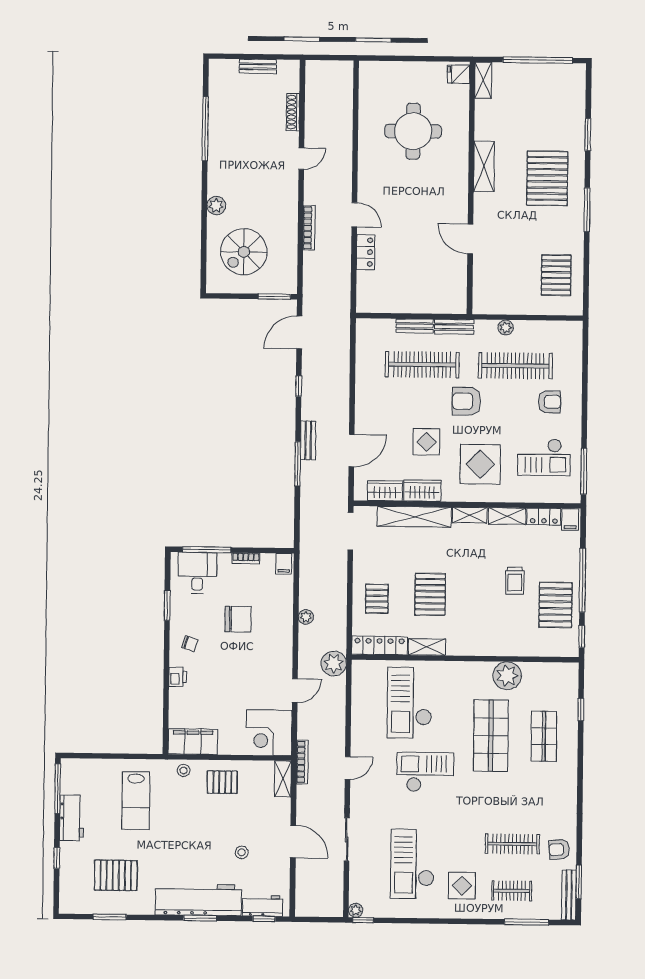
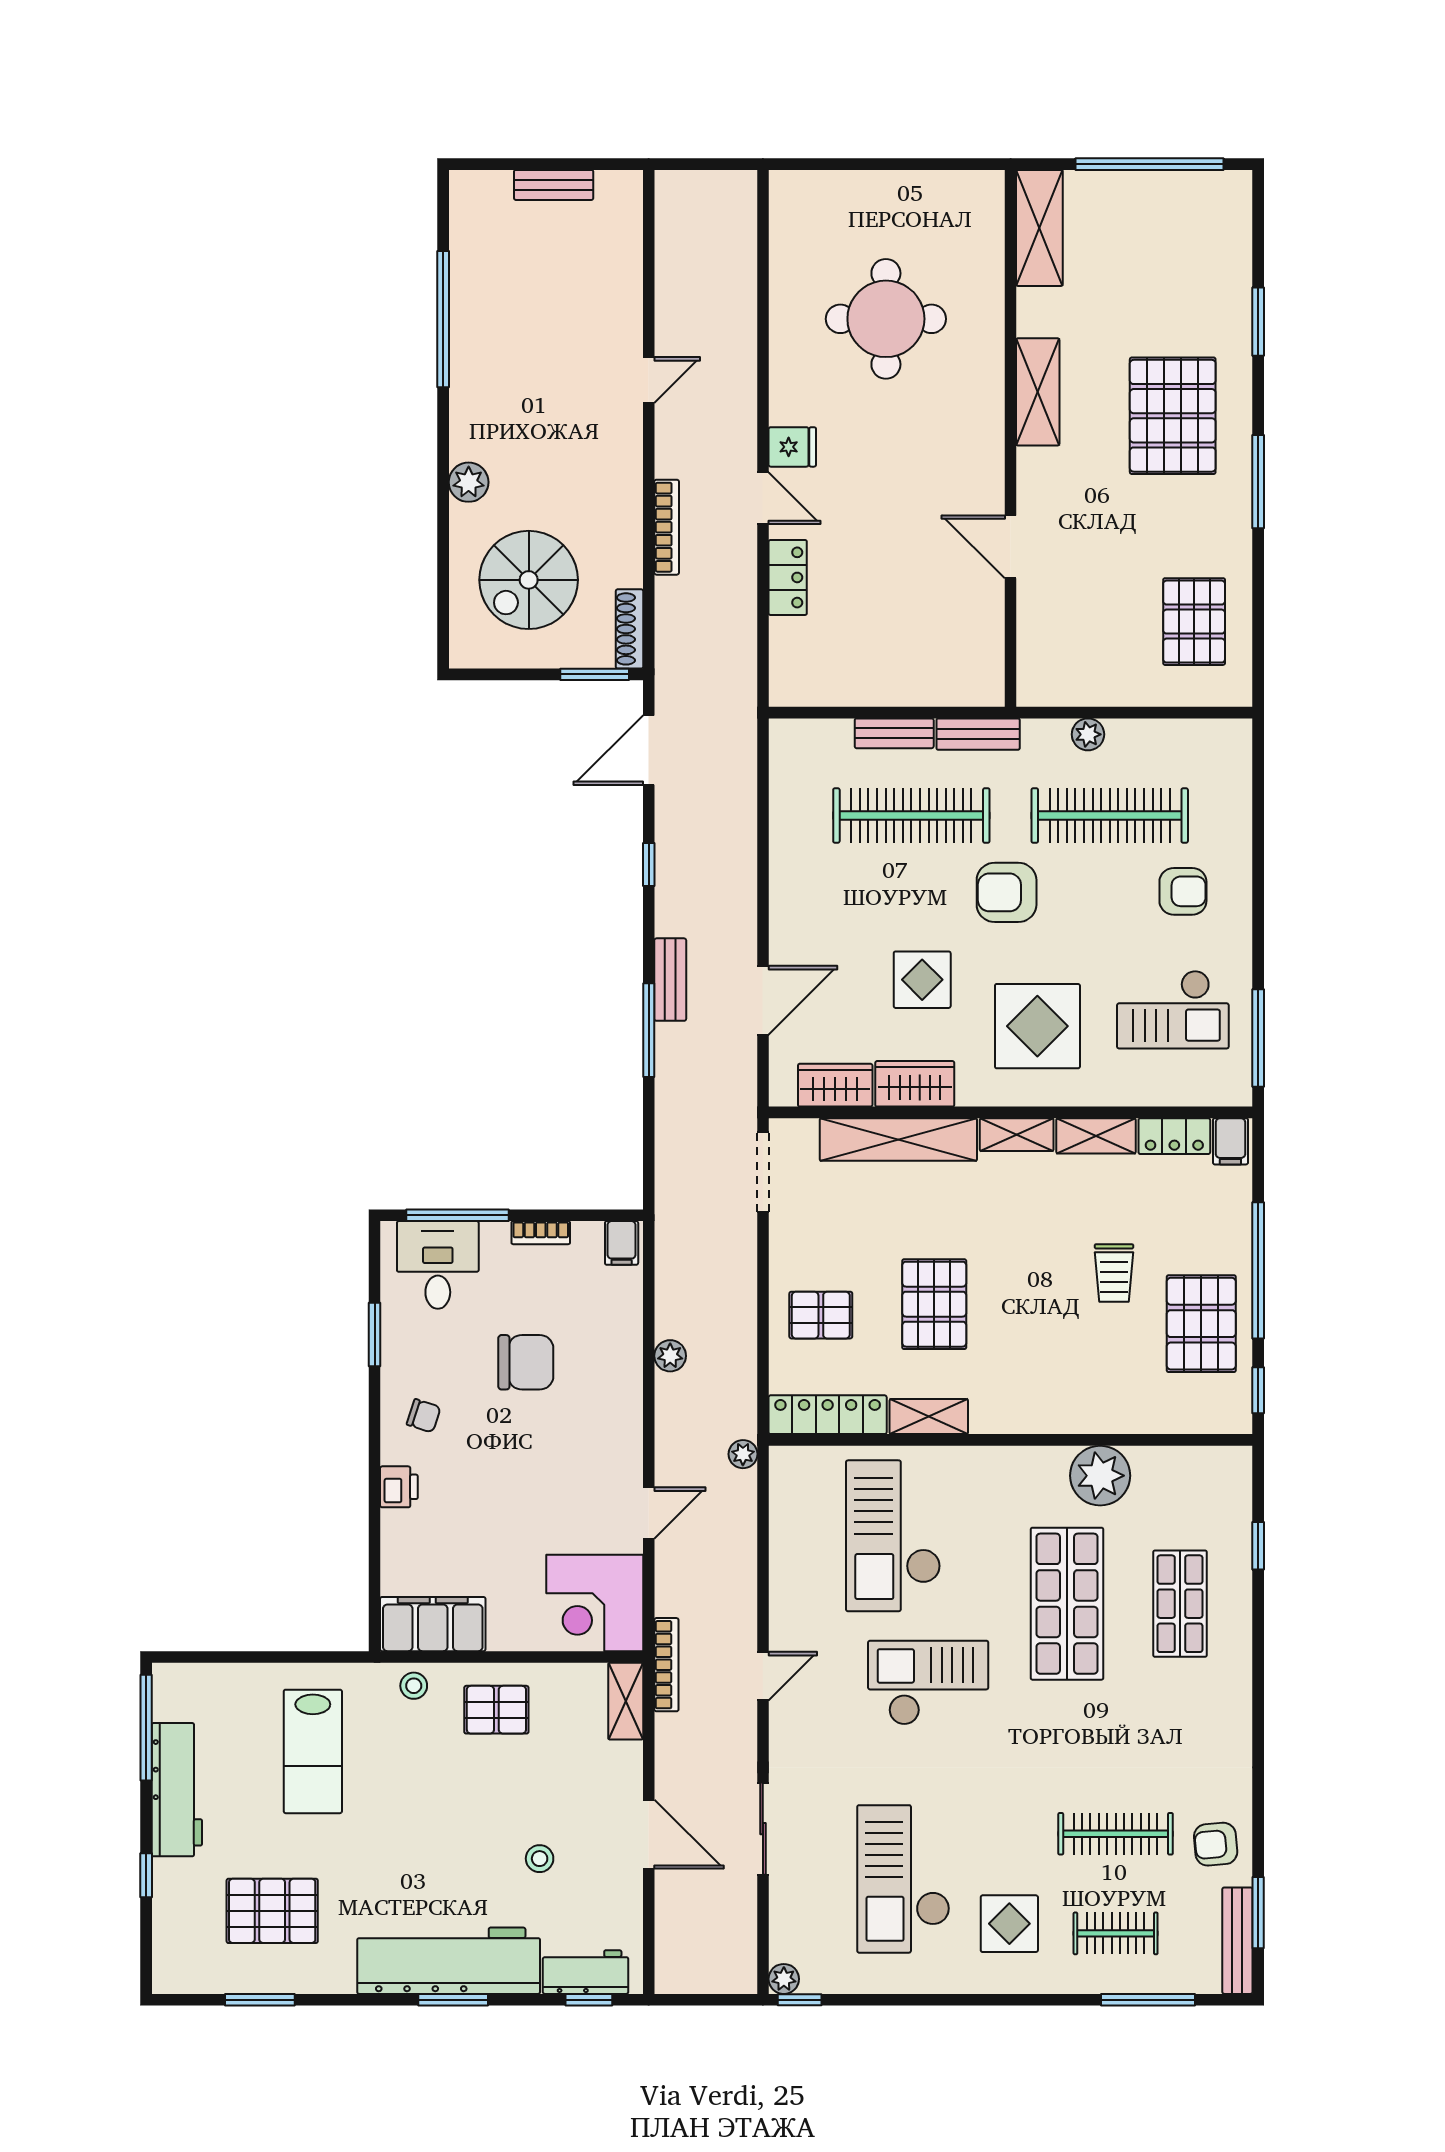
fridge: (459, 74) -> (792, 447), moved, turned 180
shelving: (483, 80) -> (1039, 228), width x1.50, depth x1.33
shoe rack: (293, 112) -> (629, 629), moved
pallet: (377, 599) -> (821, 1315), turned 90
plant: (334, 663) -> (743, 1454), width x0.53, depth x0.53
workbench: (72, 818) -> (177, 1790), width x1.37

